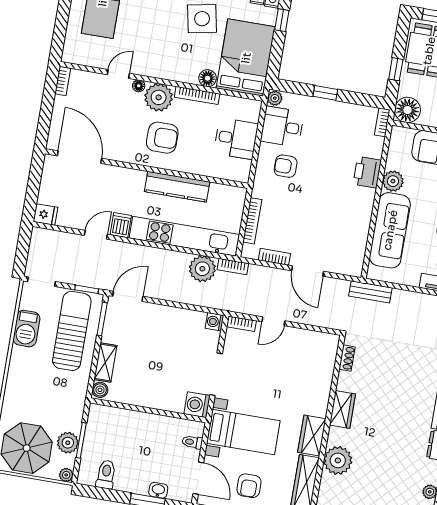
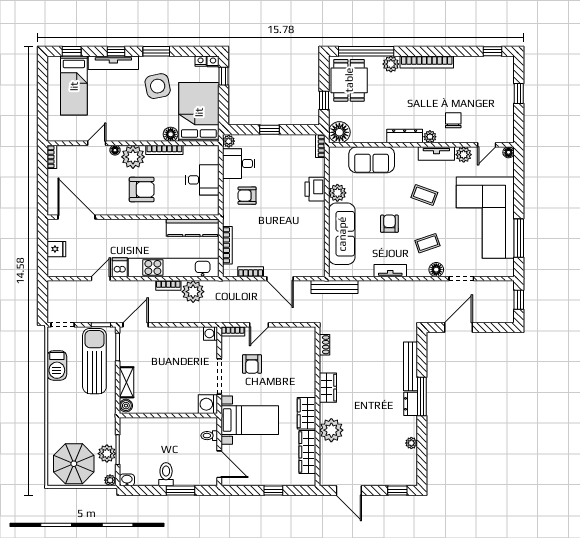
kitchen counter: (177, 187) -> (193, 228), moved
fridge: (45, 214) -> (56, 249), moved
bookcase: (233, 266) -> (168, 285), moved
bench: (370, 292) -> (334, 287), width x1.36
toilet: (106, 474) -> (166, 474), moved
armchair: (249, 486) -> (252, 364), moved
washbasin: (158, 490) -> (127, 480), moved

